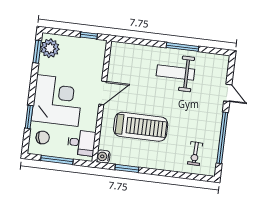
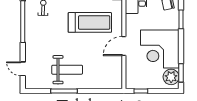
door: (228, 93) -> (23, 69), moved
corner desk: (57, 100) -> (160, 49), moved
treadmill: (141, 127) -> (90, 22), turned 180

